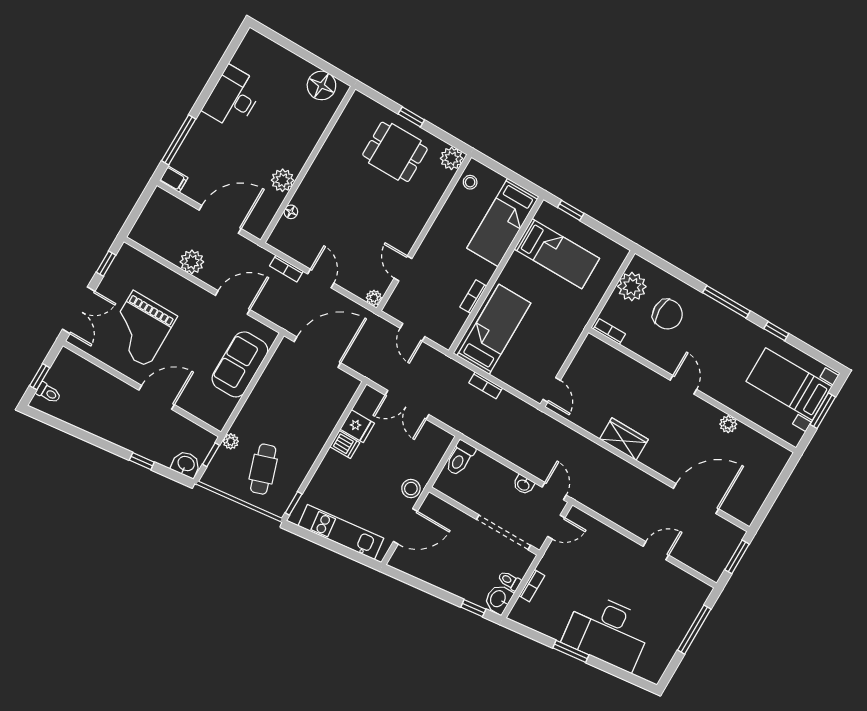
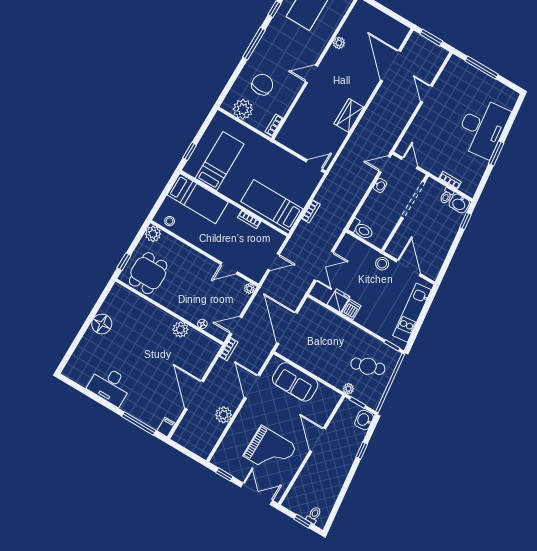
wall: (308, 165) -> (170, 312), moved
plant: (283, 180) -> (180, 329), moved
floor lamp: (291, 212) -> (202, 324), moved

